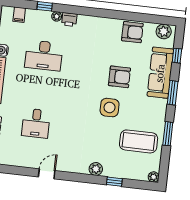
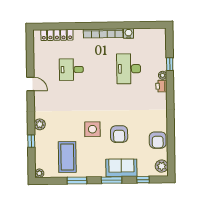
filing cabinet: (19, 15) -> (160, 44), removed
sofa: (160, 73) -> (121, 168), width x0.73

